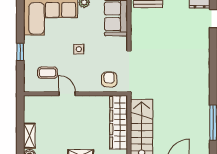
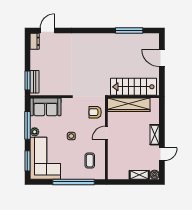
window: (20, 52) -> (73, 182), width x3.17
door: (67, 94) -> (106, 133), moved

